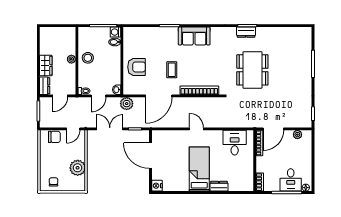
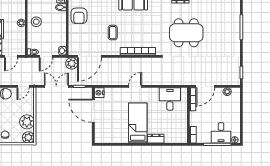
armchair: (137, 67) -> (79, 16), moved, turned 90
dining table: (252, 70) -> (186, 33), turned 90
door: (159, 96) -> (89, 56), moved
door: (196, 129) -> (135, 86), hinge flipped
plant: (79, 185) -> (28, 137), added
nightstand: (157, 186) -> (99, 93), moved

